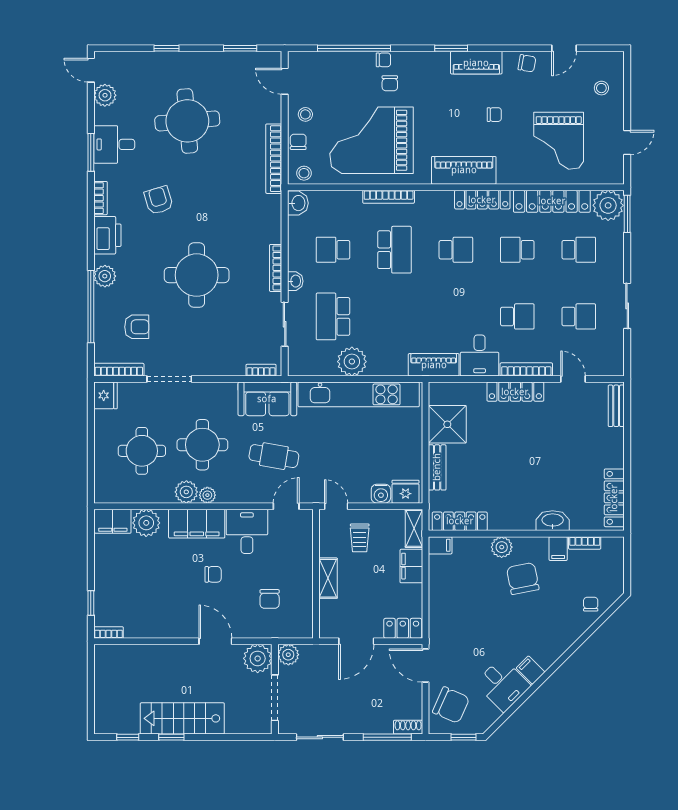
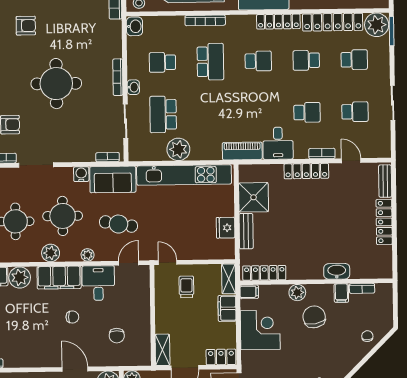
armchair: (159, 200) -> (26, 26), turned 107
bookcase: (526, 369) -> (322, 154), width x0.64
fridge: (406, 492) -> (226, 228), moved, turned -90
water cooler: (381, 494) -> (81, 174), moved, turned 180
plant: (207, 495) -> (88, 255), moved
locker: (614, 498) -> (384, 222), moved
trolley: (360, 538) -> (186, 287), turned 180
shelving: (328, 578) -> (163, 350), moved
corner desk: (454, 594) -> (260, 330), added

